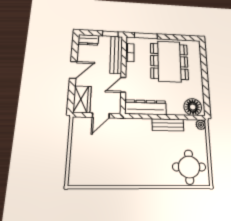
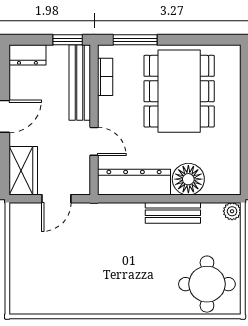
door: (123, 85) -> (94, 141), swing flipped
floor lamp: (193, 107) -> (188, 179), moved

